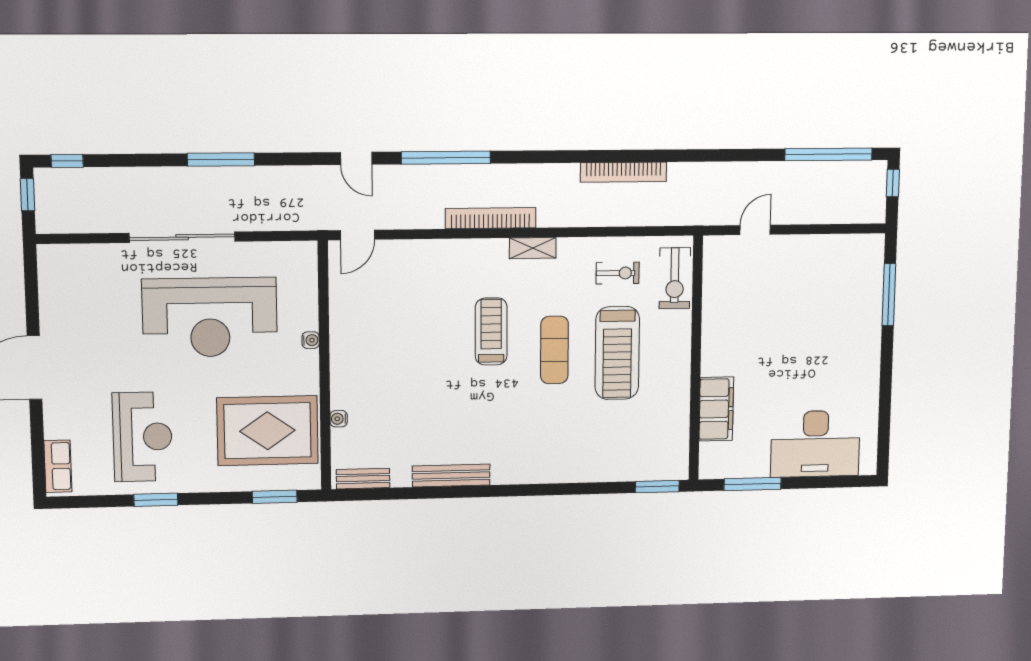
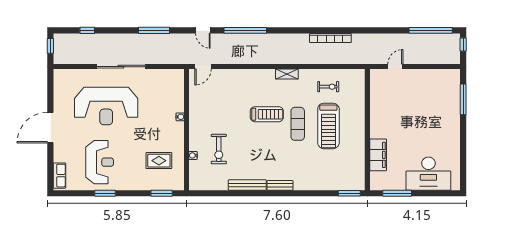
window: (221, 160) -> (154, 30), moved
window: (67, 161) -> (87, 30), moved
bookcase: (491, 218) -> (267, 59), removed
exercise bike: (675, 278) -> (219, 149), moved
reception desk: (210, 317) -> (106, 106), moved
treadmill: (491, 332) -> (267, 114), turned 90
rug: (268, 431) -> (159, 161), width x0.54, depth x0.49
bench: (363, 479) -> (280, 185), moved

